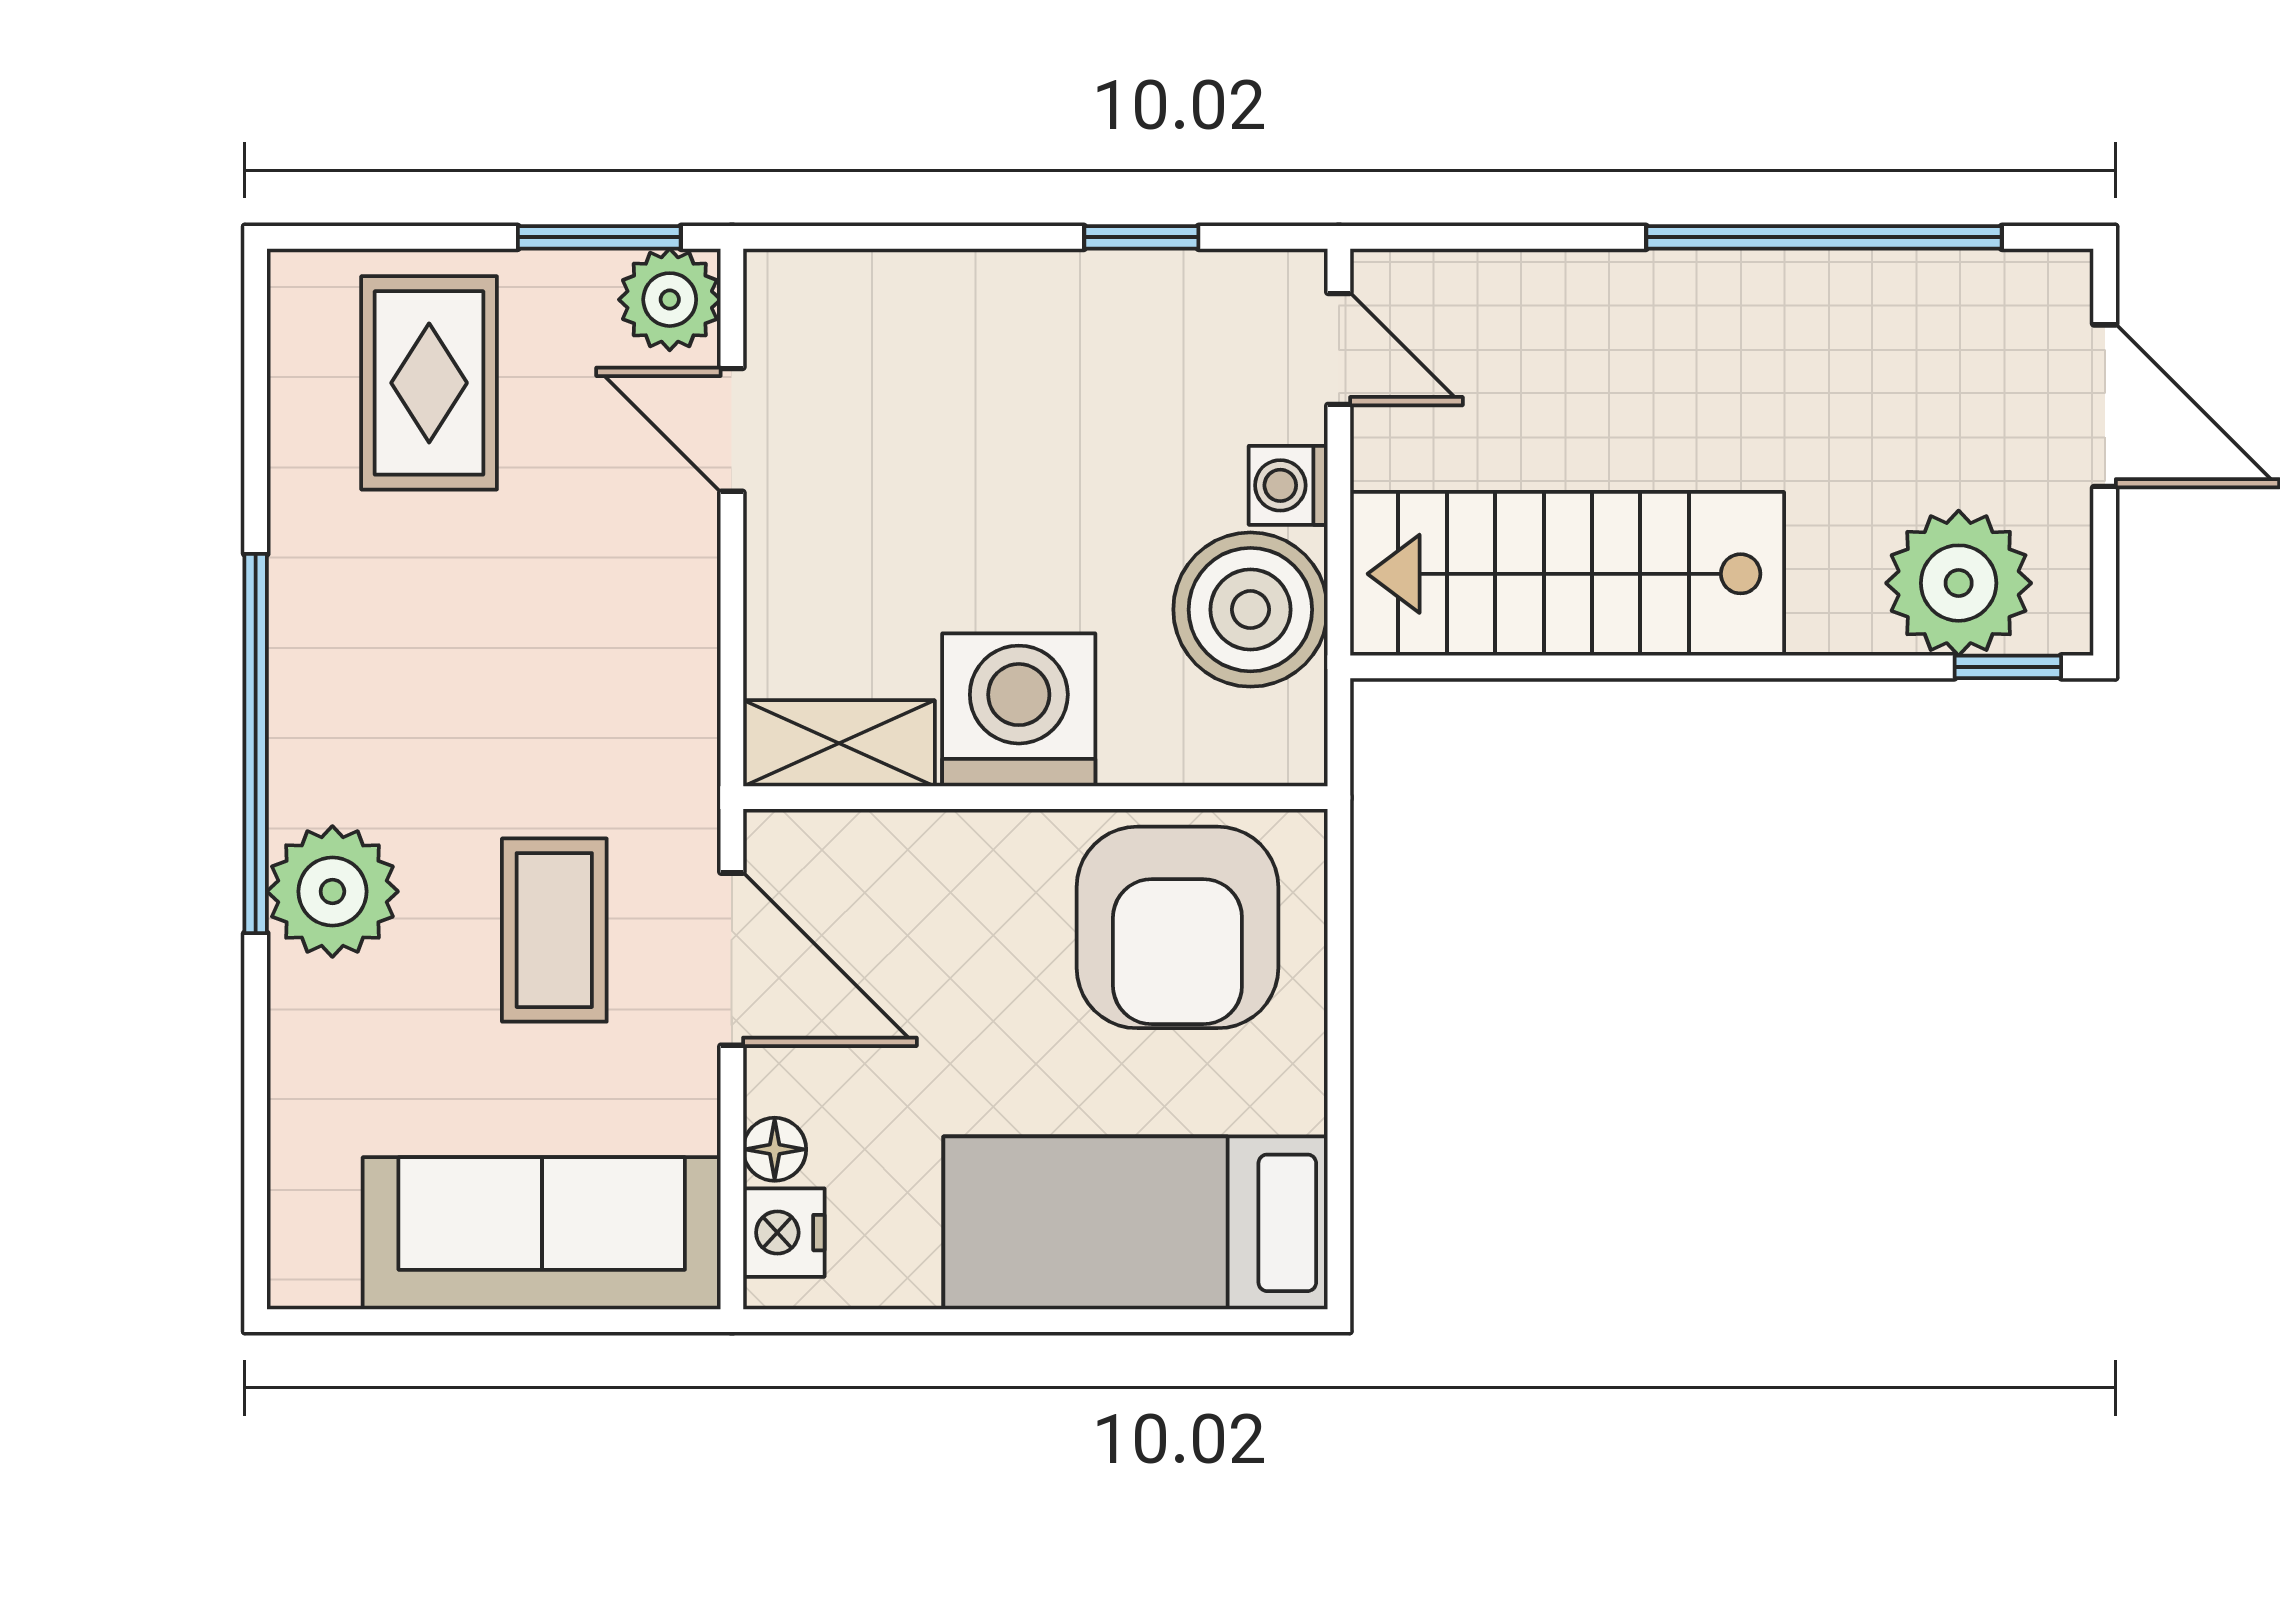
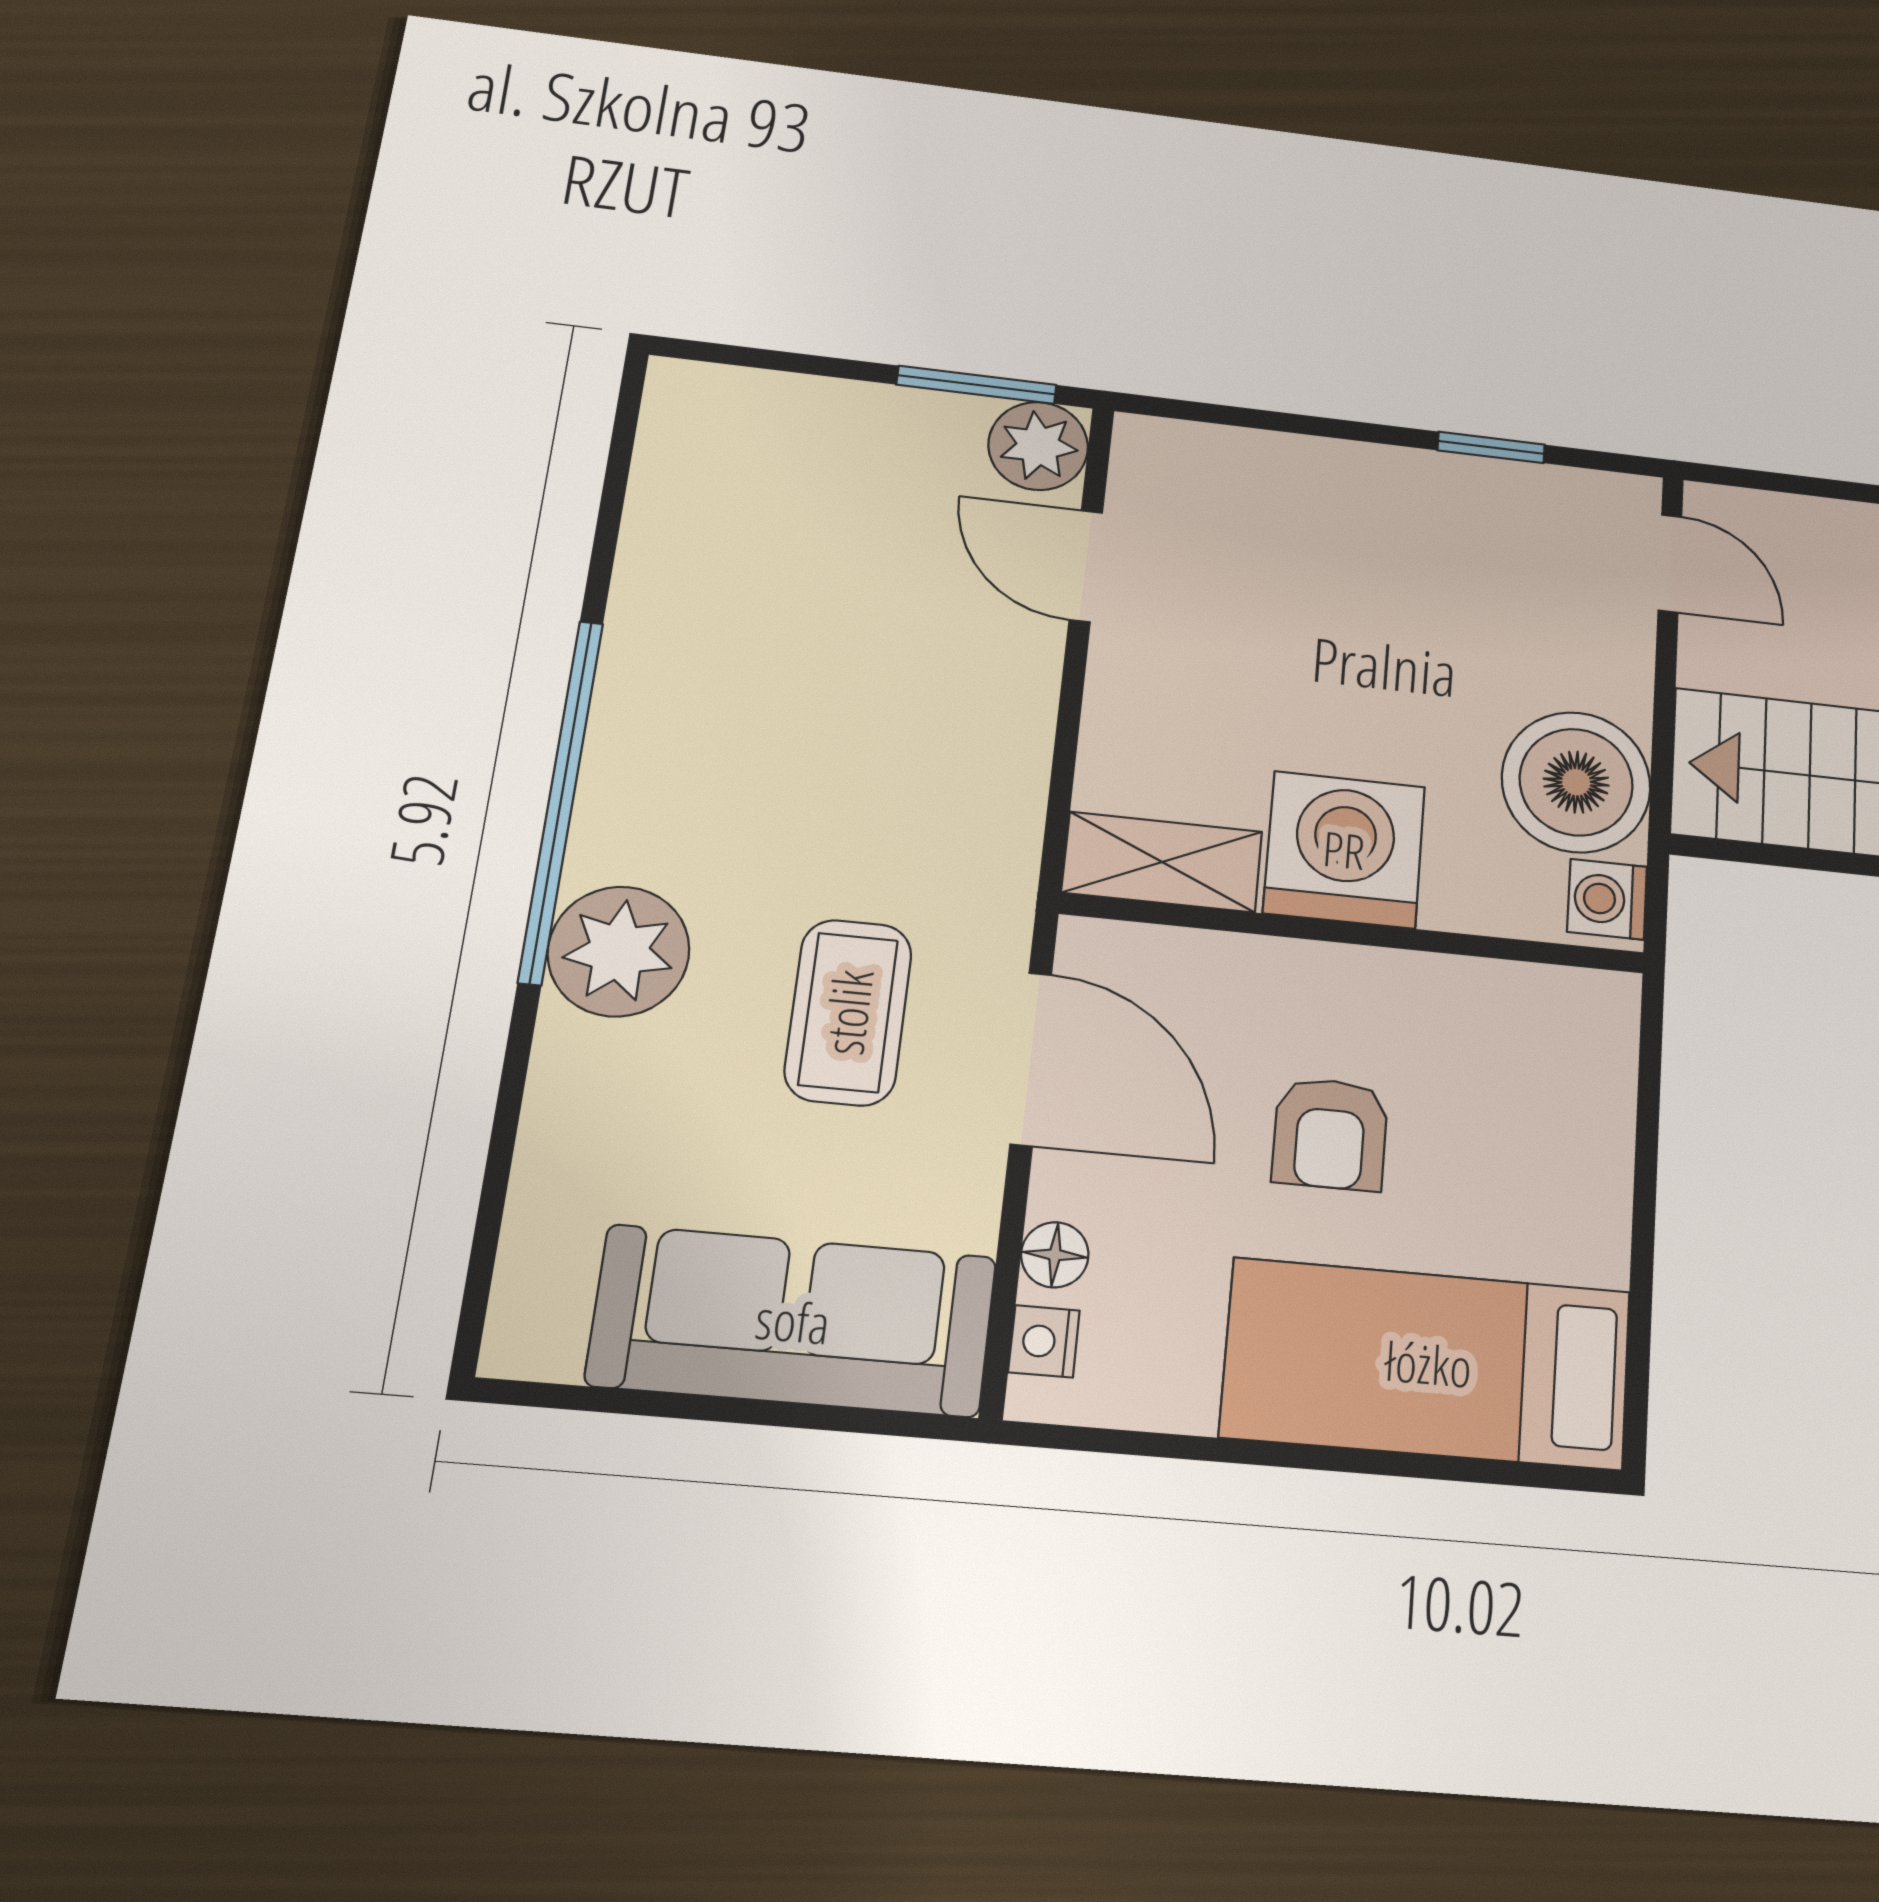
rug: (429, 383) -> (792, 490), removed
washing machine: (1288, 485) -> (1607, 899), moved
armchair: (1177, 927) -> (1330, 1134), moved, width x0.53, depth x0.53
nightstand: (784, 1233) -> (1044, 1341), width x0.72, depth x0.74

